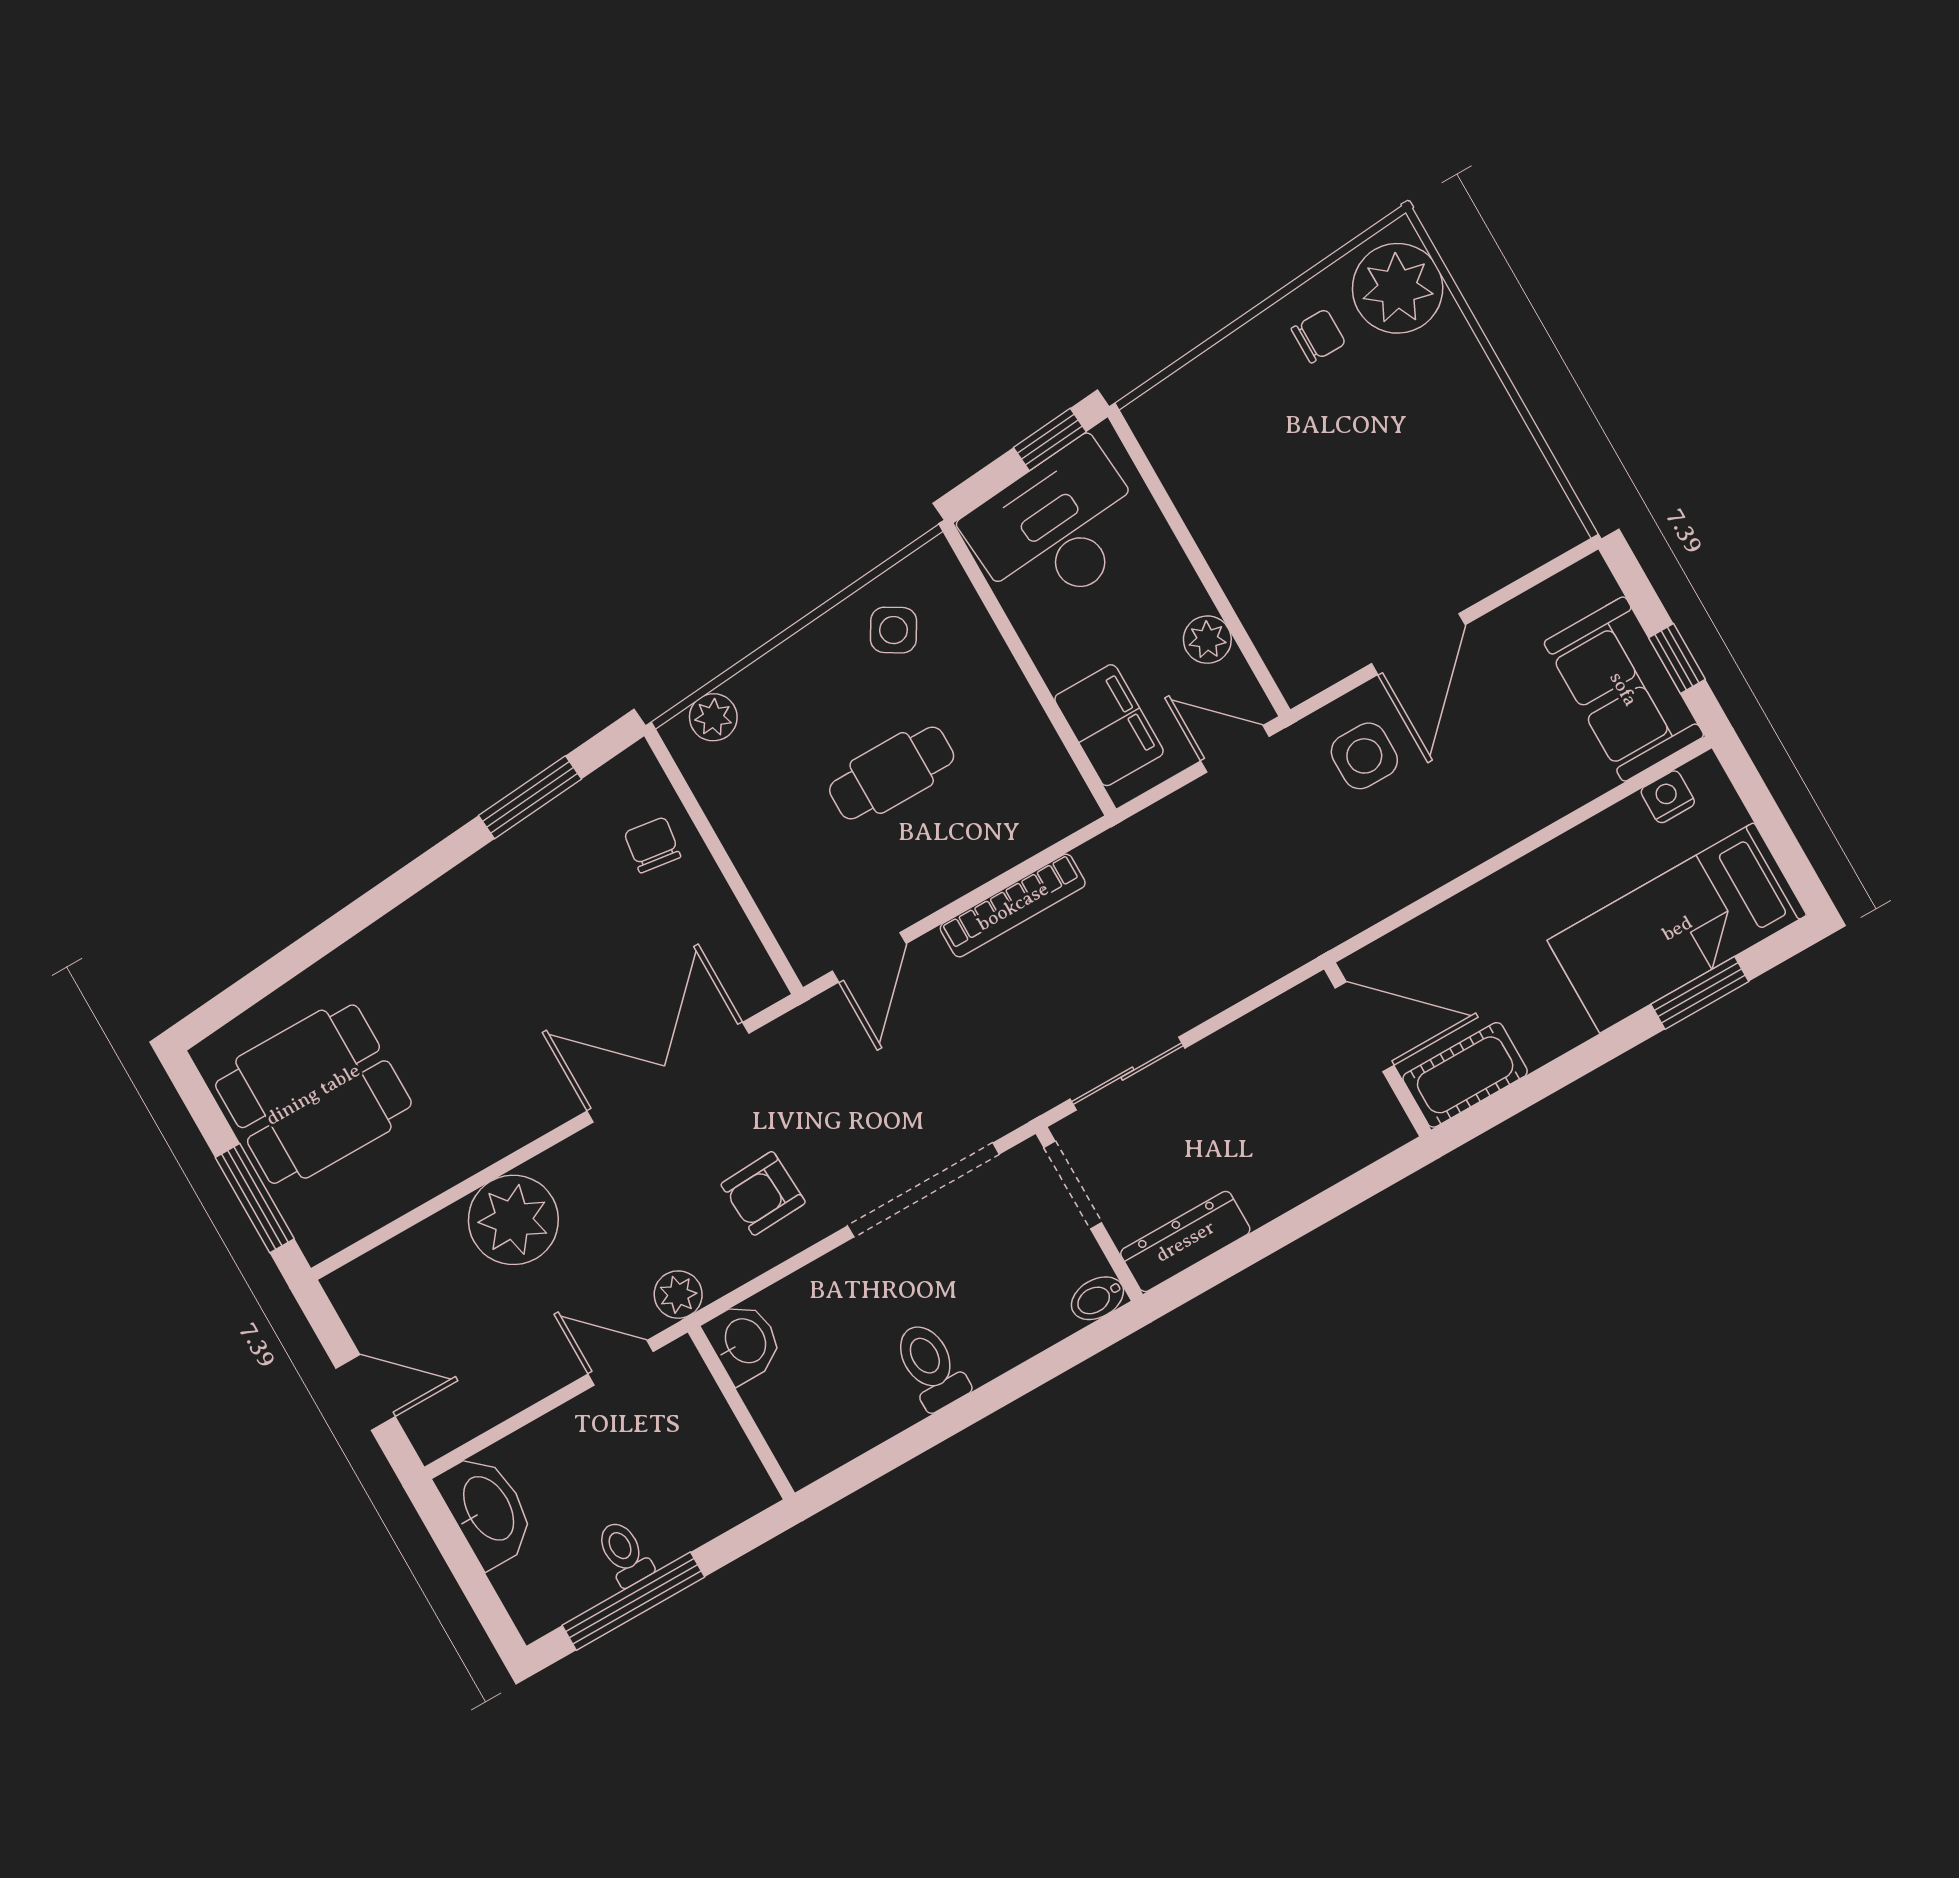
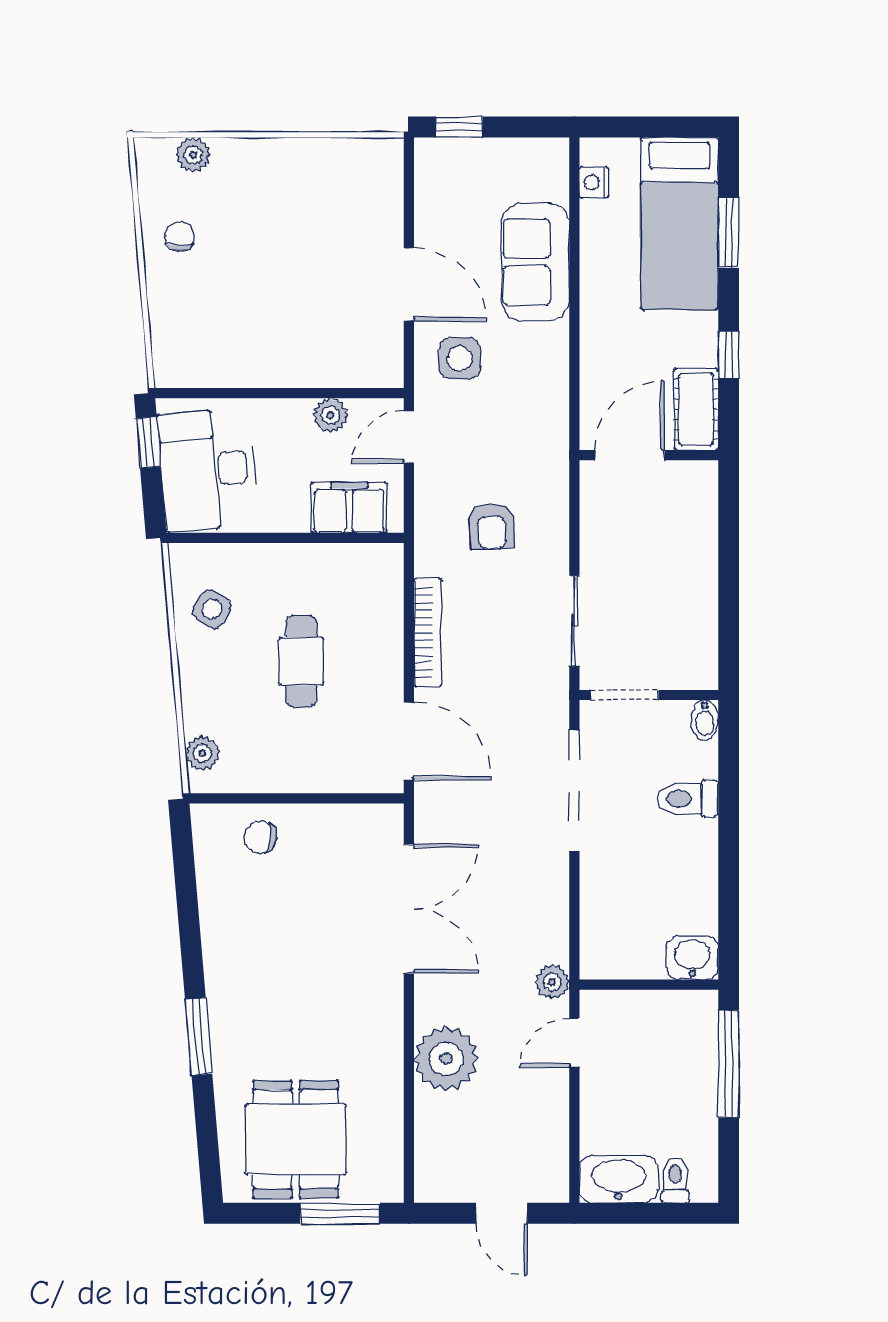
plant: (1398, 288) -> (193, 155), width x0.53, depth x0.53
window: (1677, 658) -> (459, 127), moved
sofa: (1624, 689) -> (535, 262), moved, turned 90
window: (530, 797) -> (199, 1037), moved
door: (869, 957) -> (409, 741), width x1.38
double door: (668, 1072) -> (409, 909), swing flipped
window: (1553, 1077) -> (729, 355), added
armchair: (763, 1193) -> (491, 526), moved
dresser: (1185, 1241) -> (700, 645), removed
washbasin: (744, 1342) -> (692, 958), moved
toilet: (931, 1366) -> (687, 799), moved
door: (366, 1392) -> (502, 1213), swing flipped
toilet: (624, 1553) -> (675, 1180), moved, turned 90
window: (633, 1601) -> (729, 1064), moved

